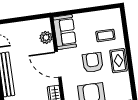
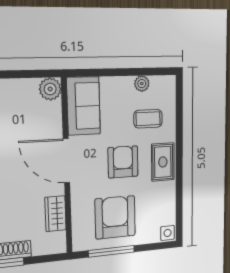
plant: (99, 15) -> (142, 84), added
plant: (46, 37) -> (50, 89), moved

